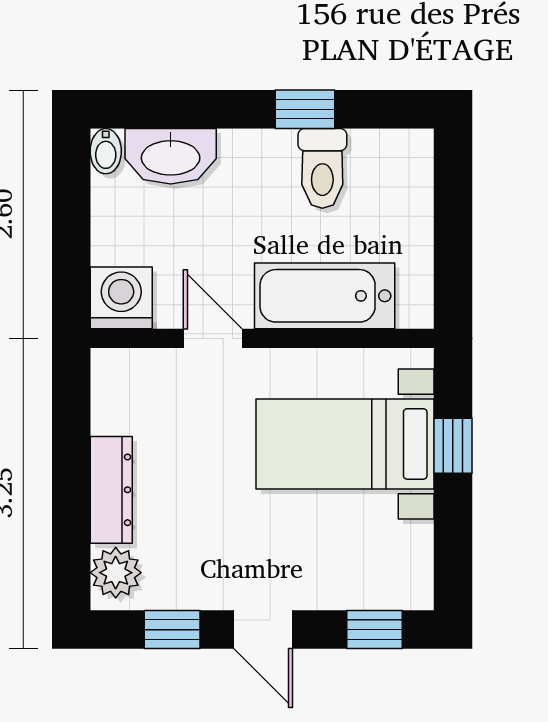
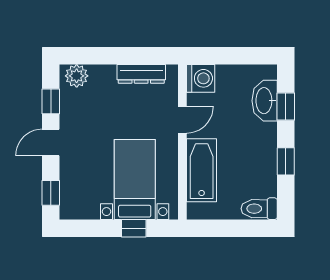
window: (183, 109) -> (286, 106), added
bidet: (106, 151) -> (267, 71), removed
toilet: (322, 168) -> (259, 209), moved
dresser: (111, 490) -> (141, 74), moved

